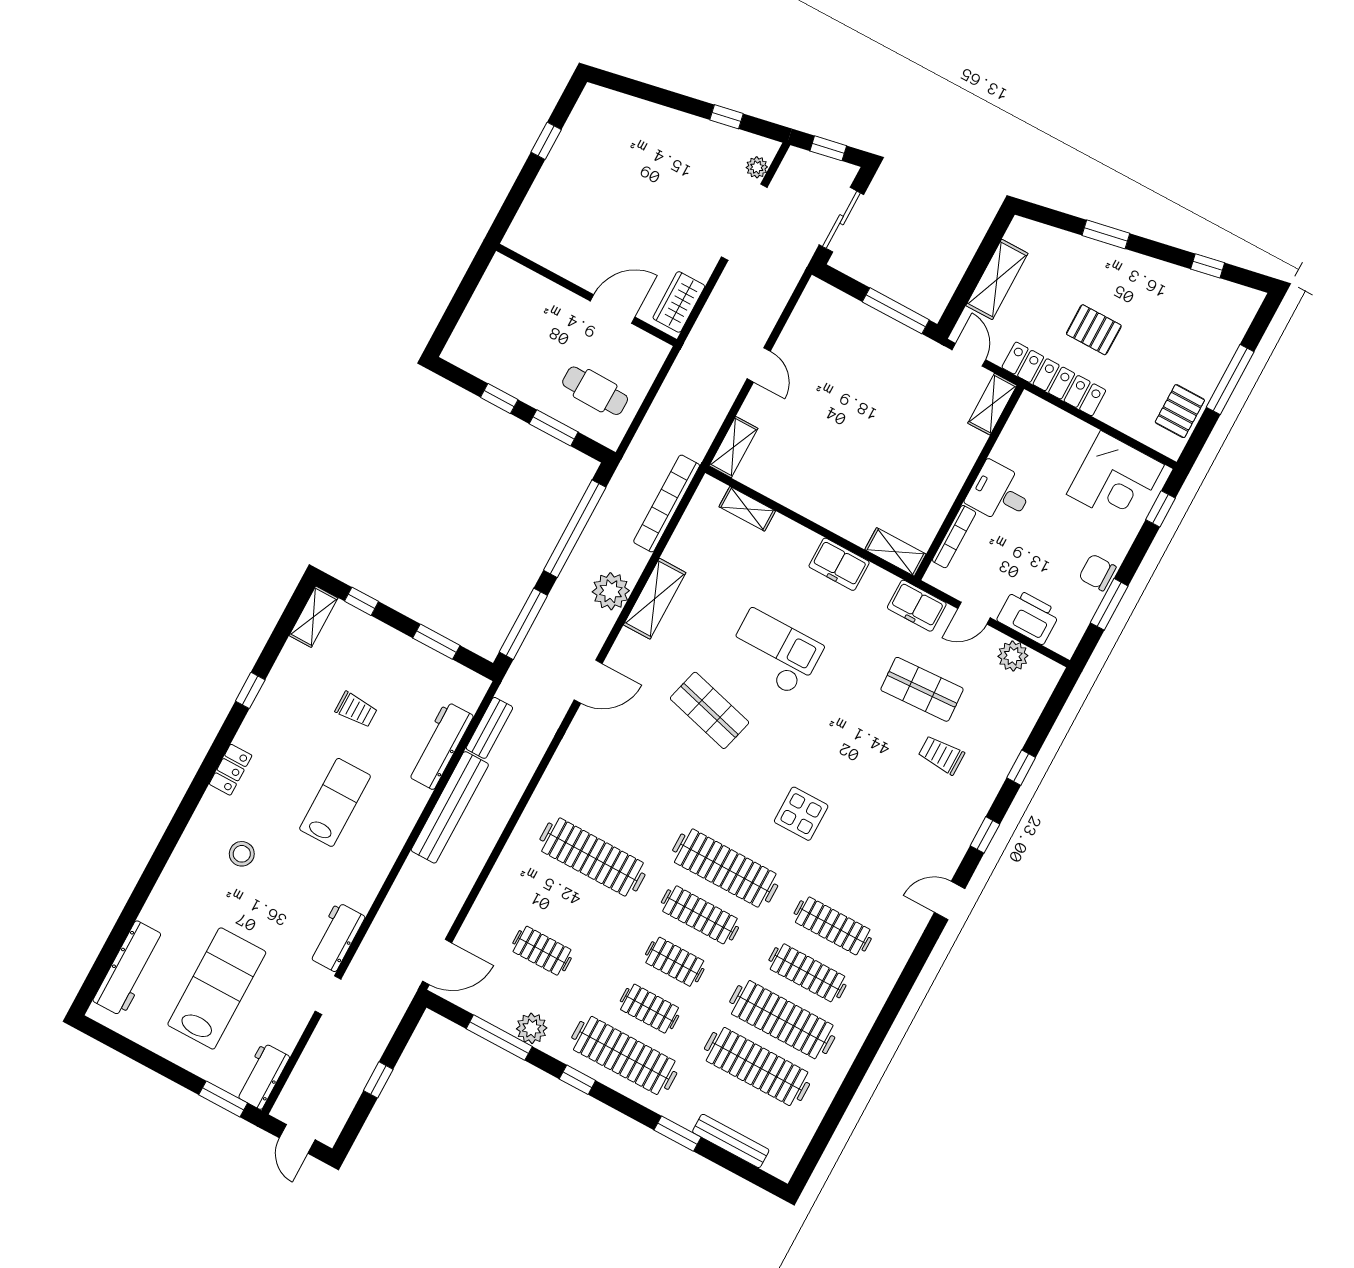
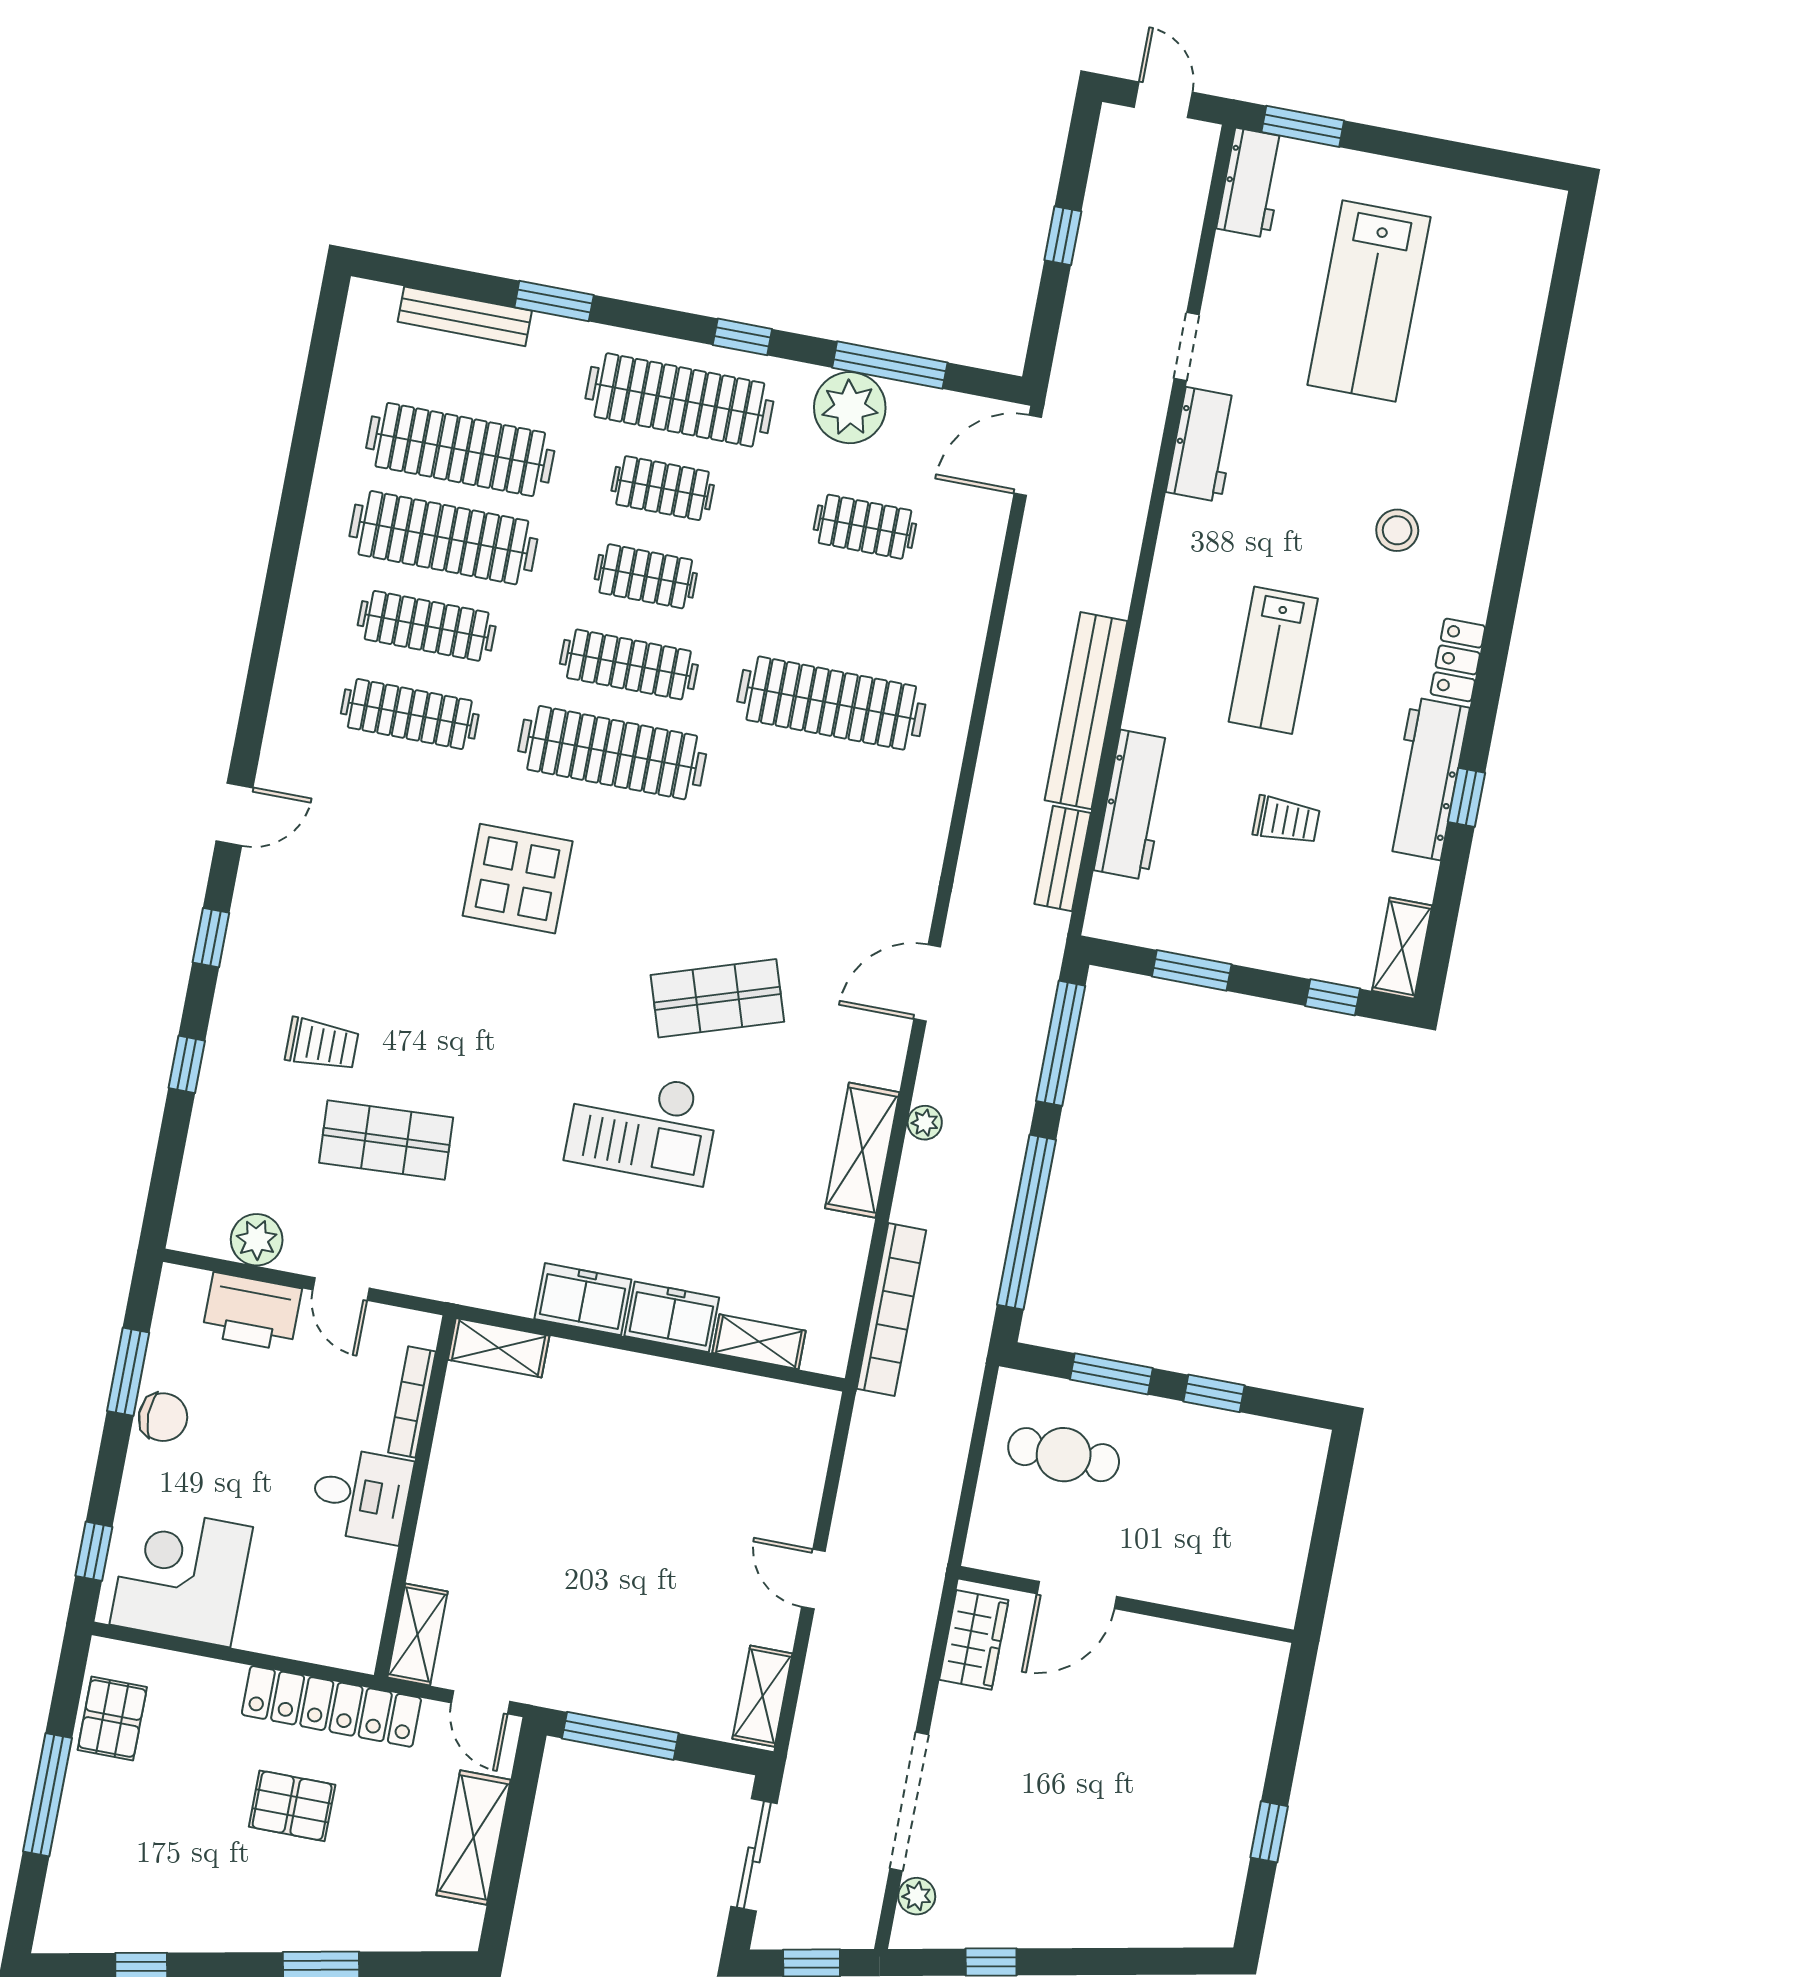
shelving: (733, 447) -> (762, 1696), moved
plant: (611, 591) -> (925, 1123), width x0.53, depth x0.53
freezer: (917, 606) -> (672, 1317), moved
door: (974, 613) -> (341, 1289), swing flipped
trolley: (356, 710) -> (1286, 820), turned 180
shop shelf: (710, 710) -> (717, 998), turned -33
display table: (801, 814) -> (518, 879), width x1.36, depth x1.36
workbench: (129, 969) -> (1426, 779), moved
plant: (532, 1028) -> (850, 408), width x1.36, depth x1.36

